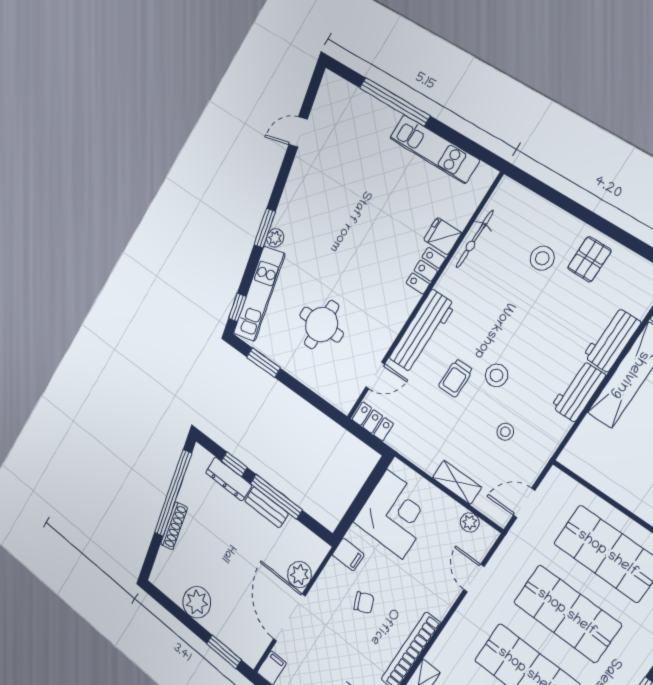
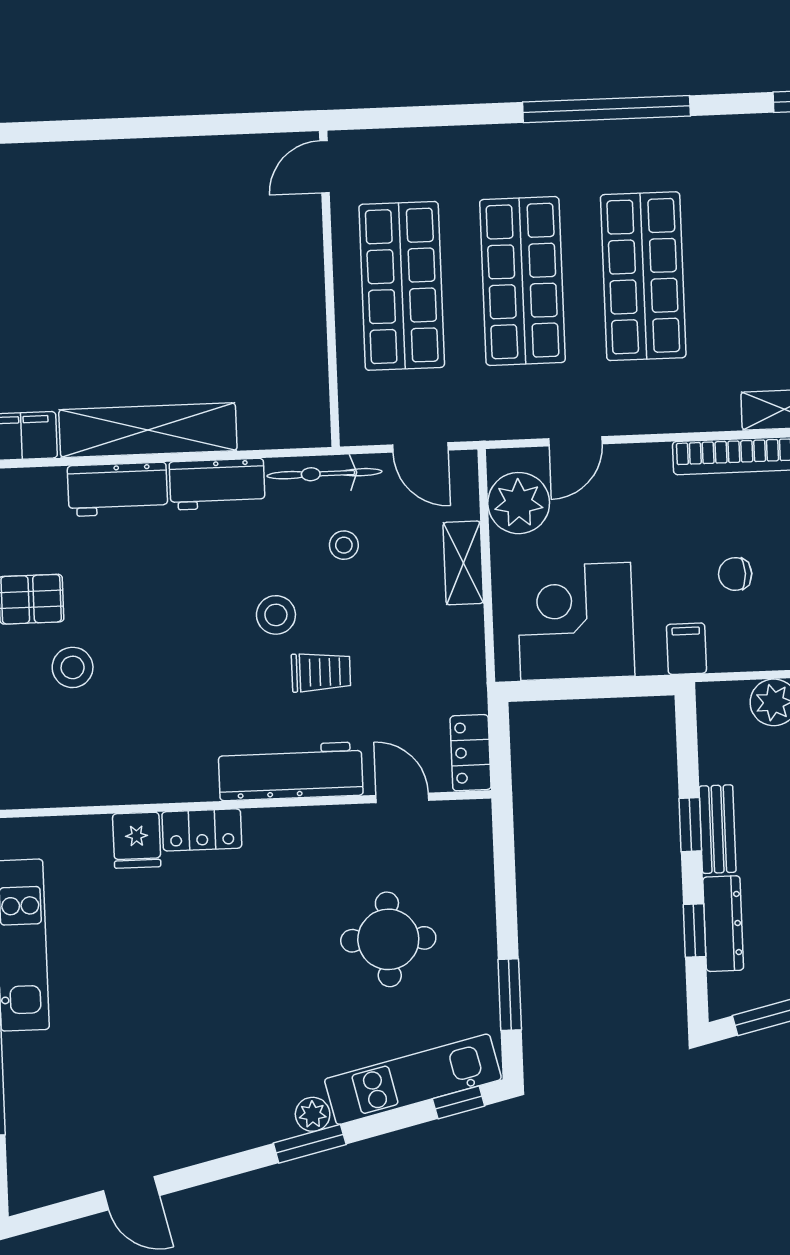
bicycle: (475, 239) -> (325, 474), moved, turned 180
window: (276, 497) -> (690, 825), width x0.46
plant: (470, 522) -> (519, 503), width x1.88, depth x1.88
chair: (364, 603) -> (735, 574), turned -68

